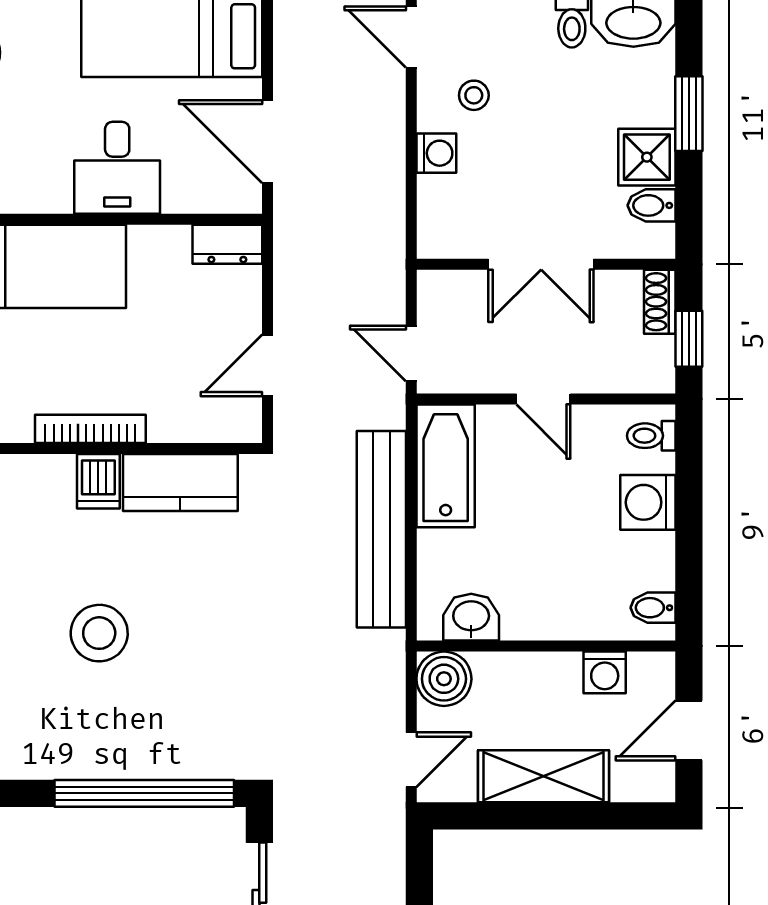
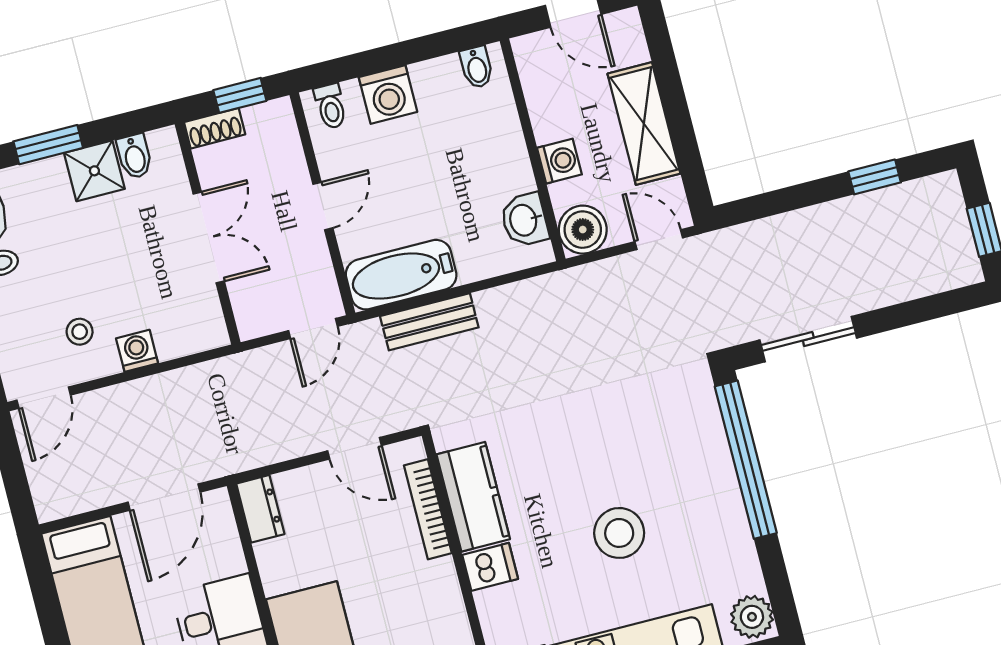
bookcase: (90, 429) -> (428, 509), moved
bench: (381, 529) -> (429, 322), width x0.54, depth x0.82
washing machine: (605, 672) -> (559, 161), moved

